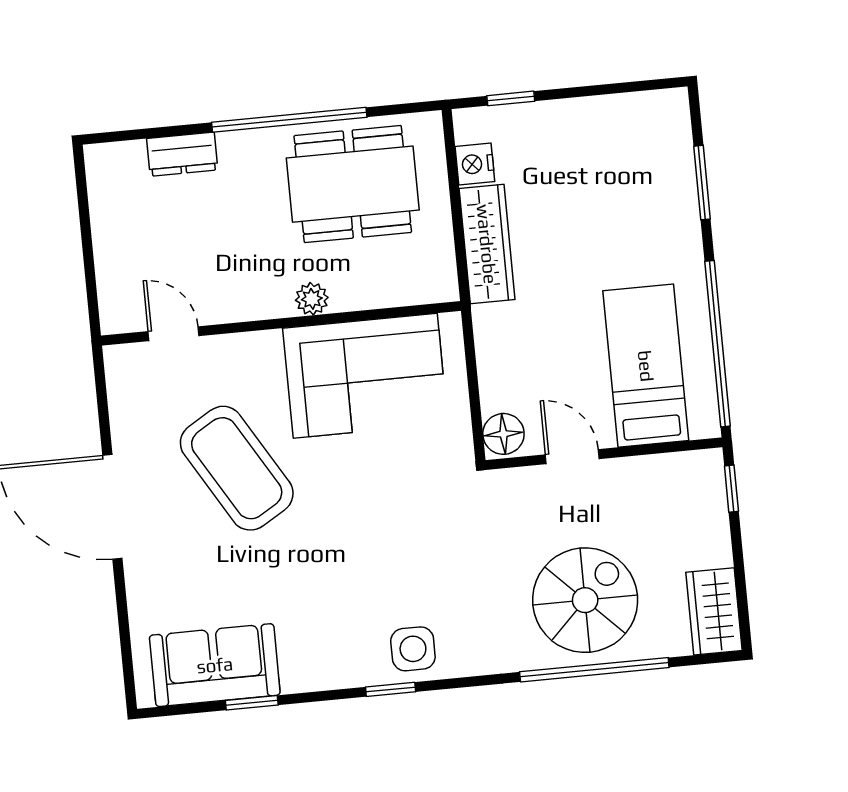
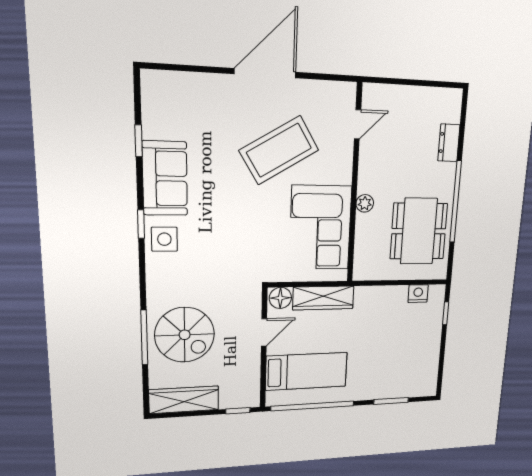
wardrobe: (487, 244) -> (323, 298), moved
wardrobe: (714, 611) -> (184, 400), width x1.50
sofa: (215, 665) -> (165, 178), moved
window: (594, 670) -> (144, 338), width x0.68

